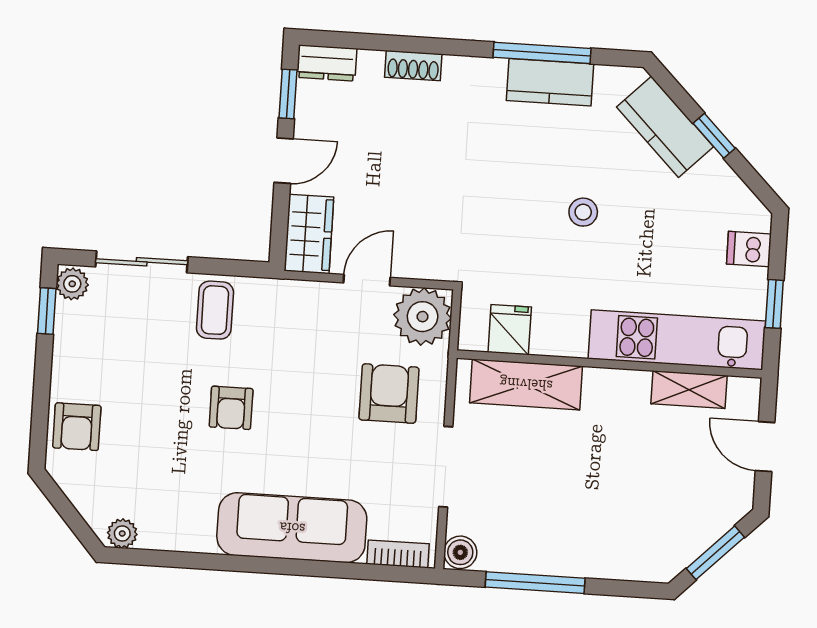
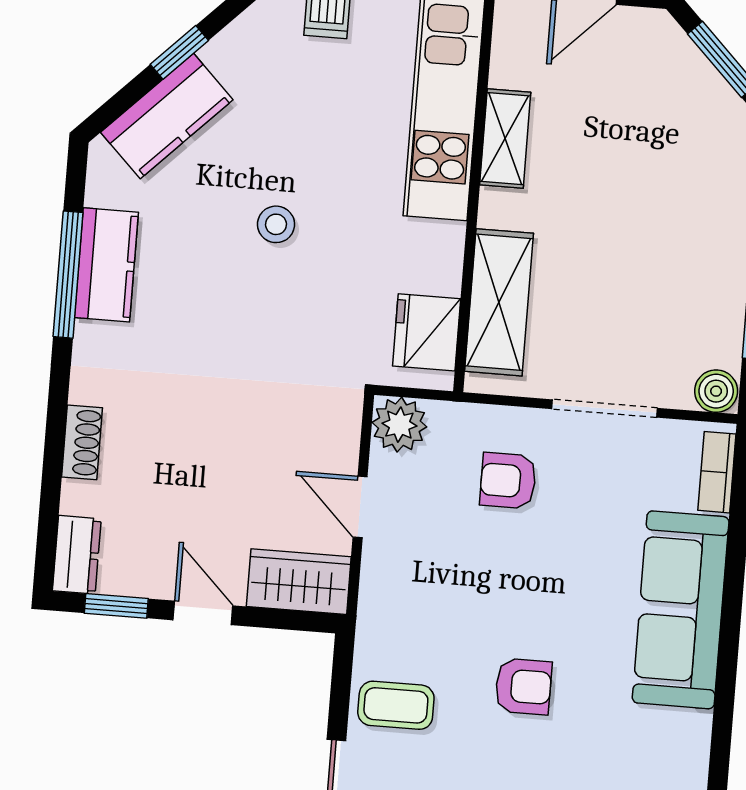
plant: (423, 317) -> (399, 425), width x0.73, depth x0.73
fridge: (510, 330) -> (427, 332), width x1.38
shelving: (689, 390) -> (505, 139), moved
armchair: (389, 394) -> (508, 481), width x0.72, depth x0.72

